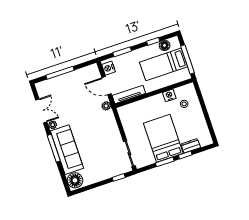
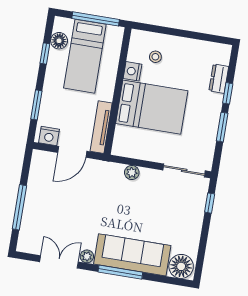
plant: (106, 106) -> (132, 173), moved
bed: (163, 138) -> (152, 107), moved, turned 180

